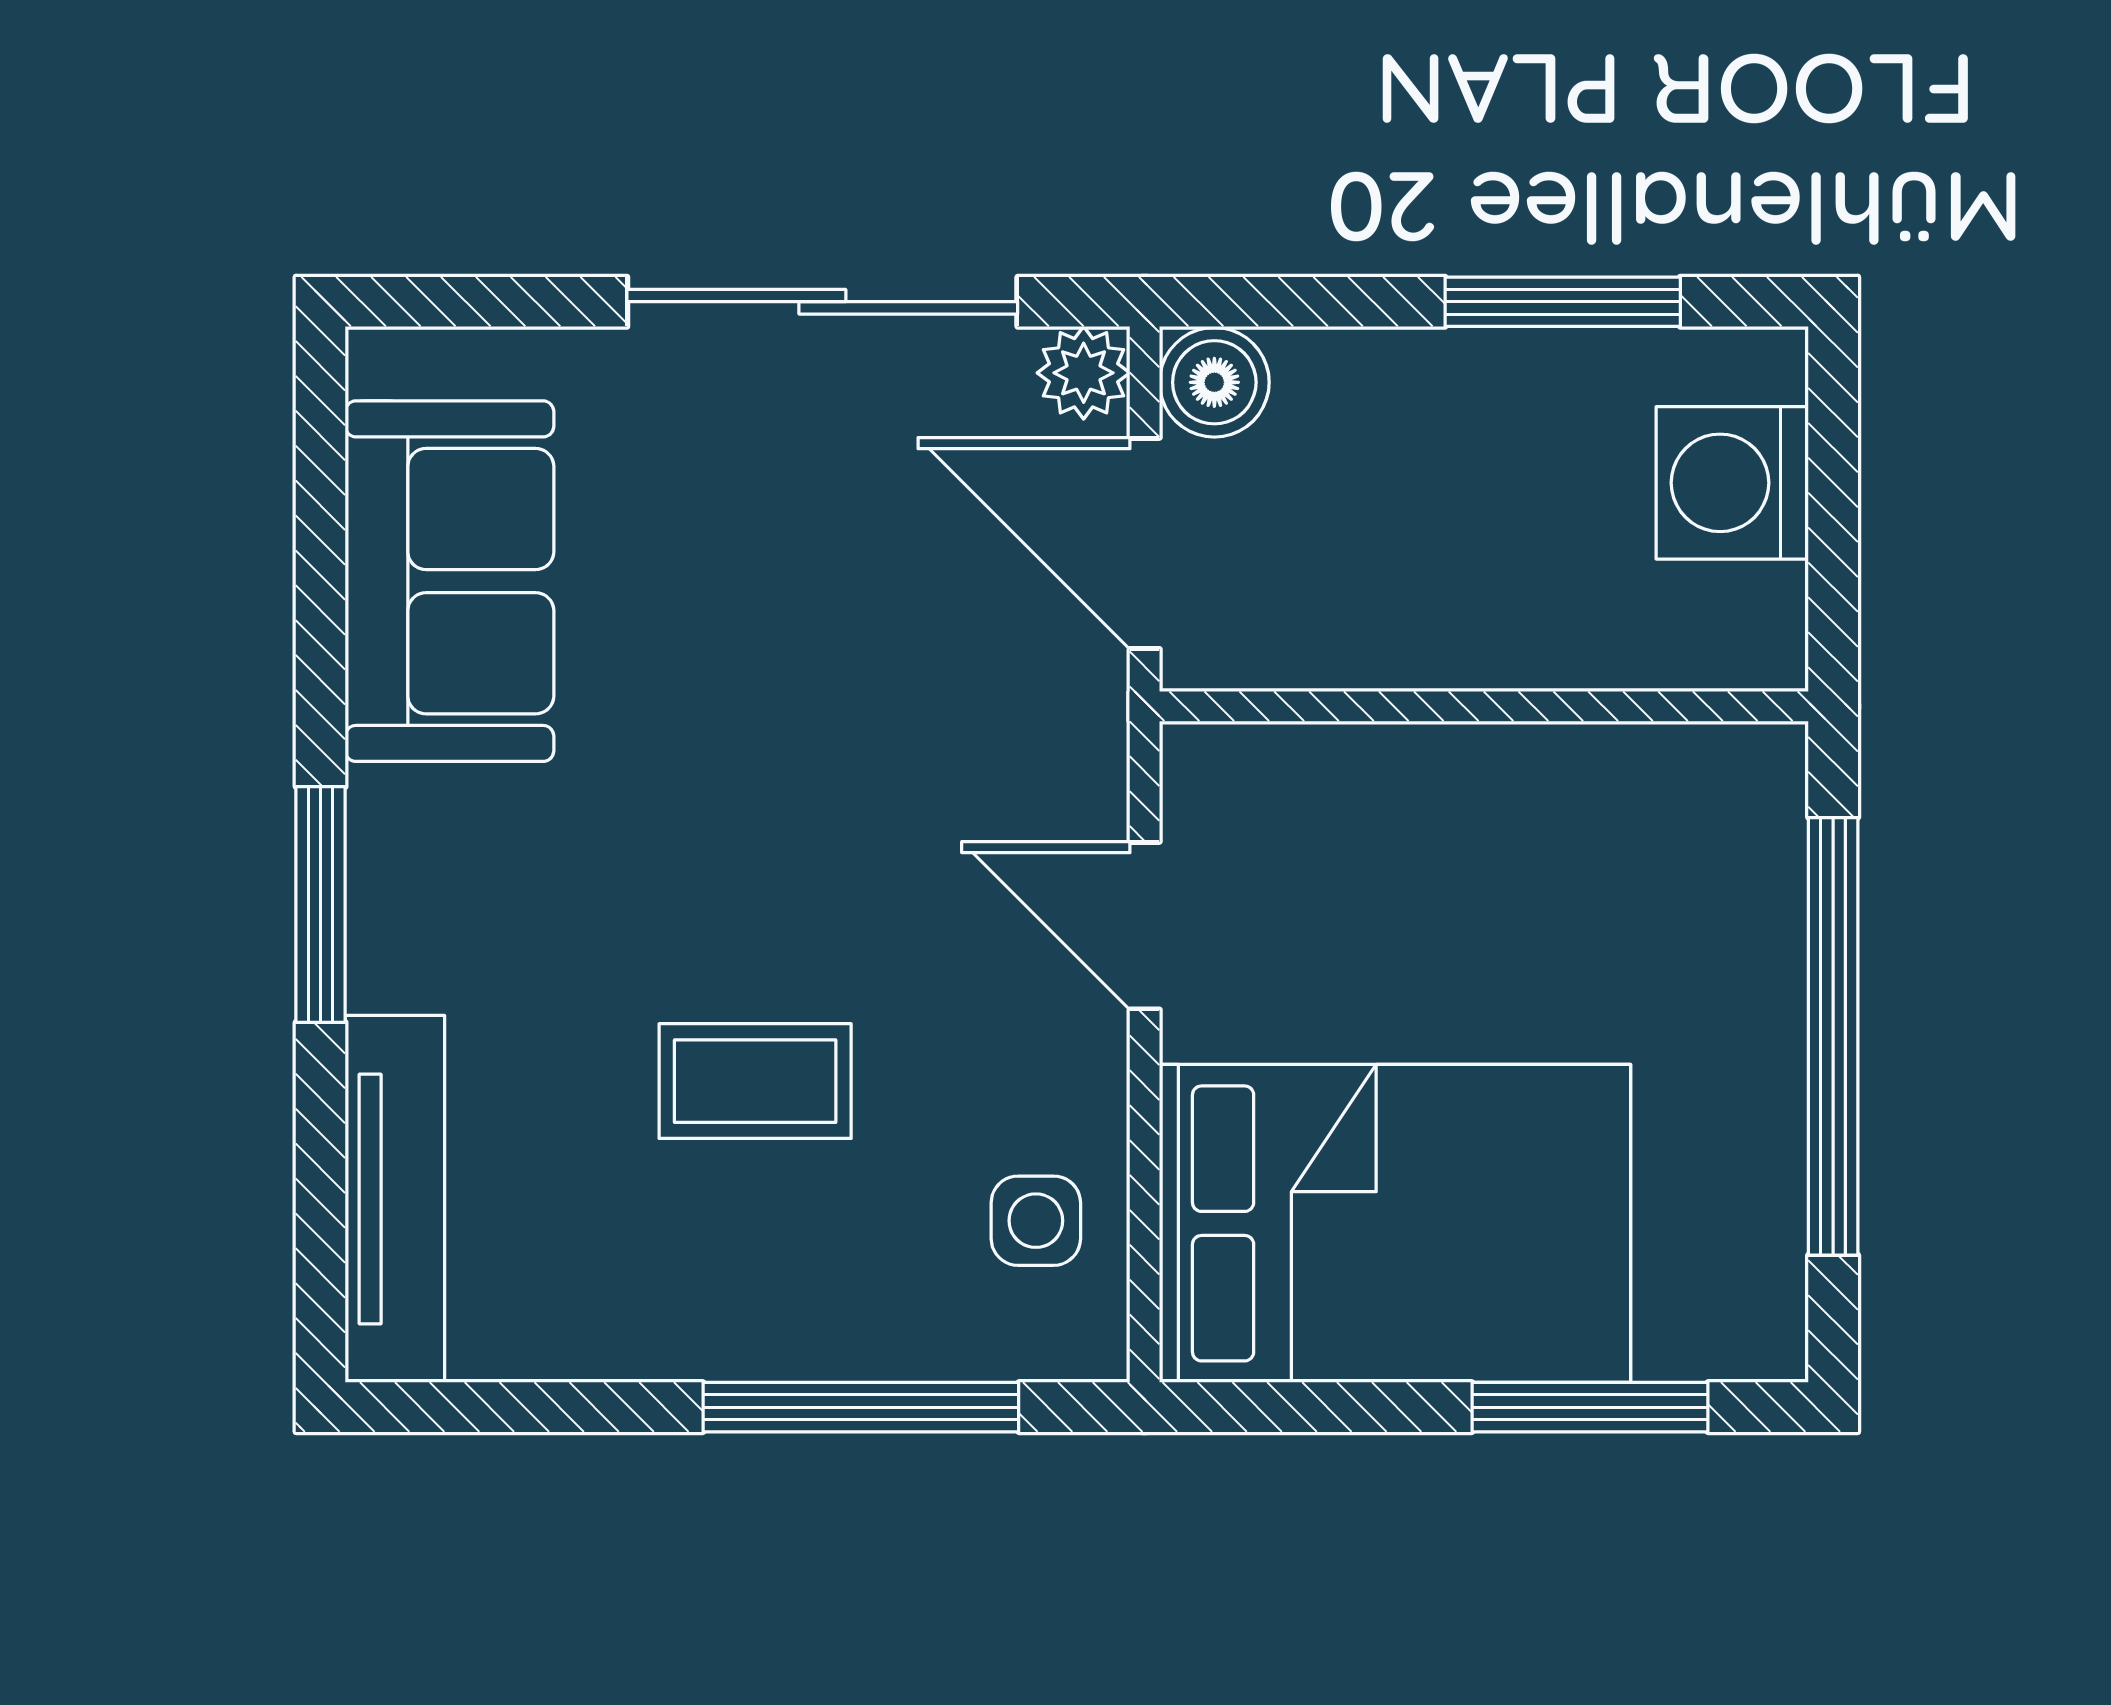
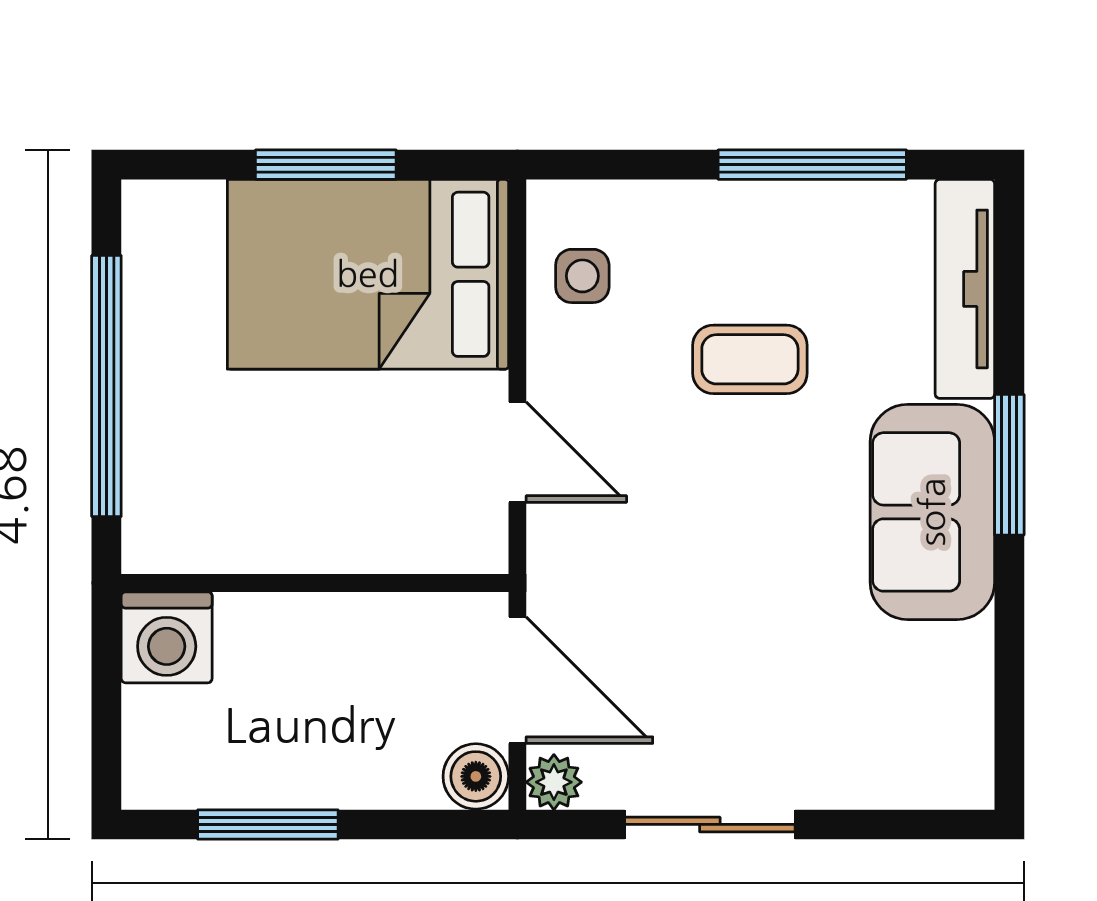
sliding door: (822, 302) -> (710, 824), width x0.73
washing machine: (1732, 483) -> (167, 637), moved, turned 90
sofa: (449, 581) -> (932, 512), moved
window: (861, 1407) -> (812, 165), moved
window: (1590, 1407) -> (326, 165), moved

